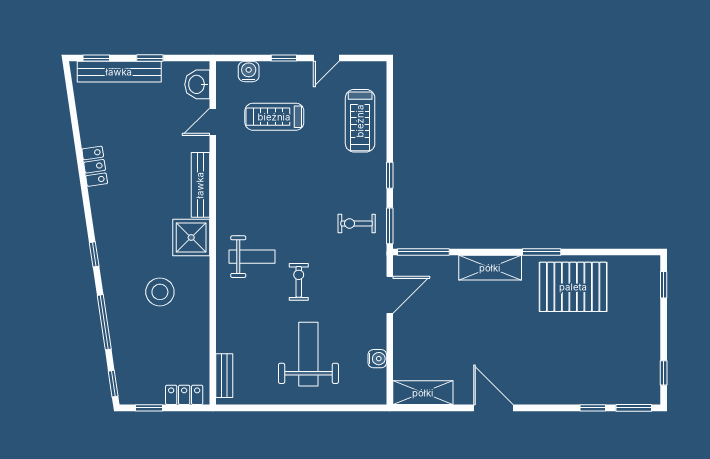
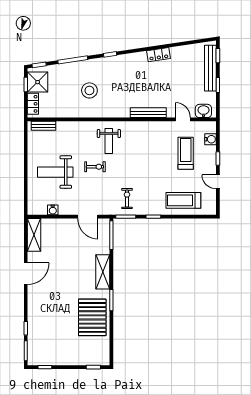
shower: (191, 238) -> (38, 82), moved
weight bench: (308, 354) -> (55, 172), turned 180

